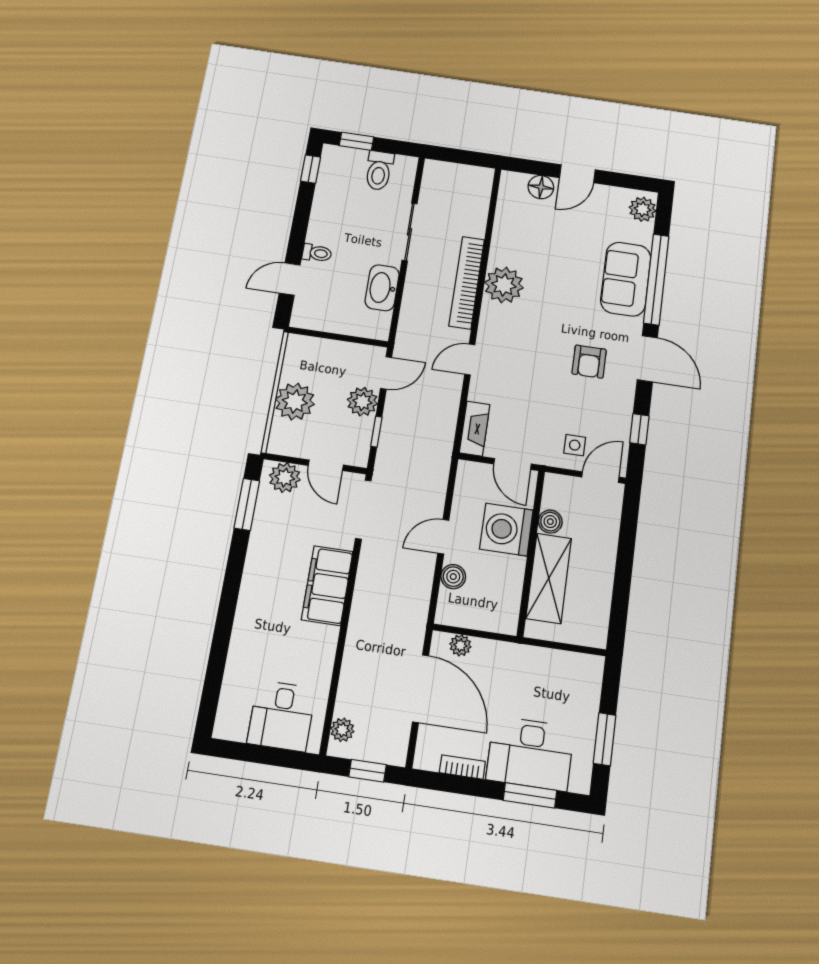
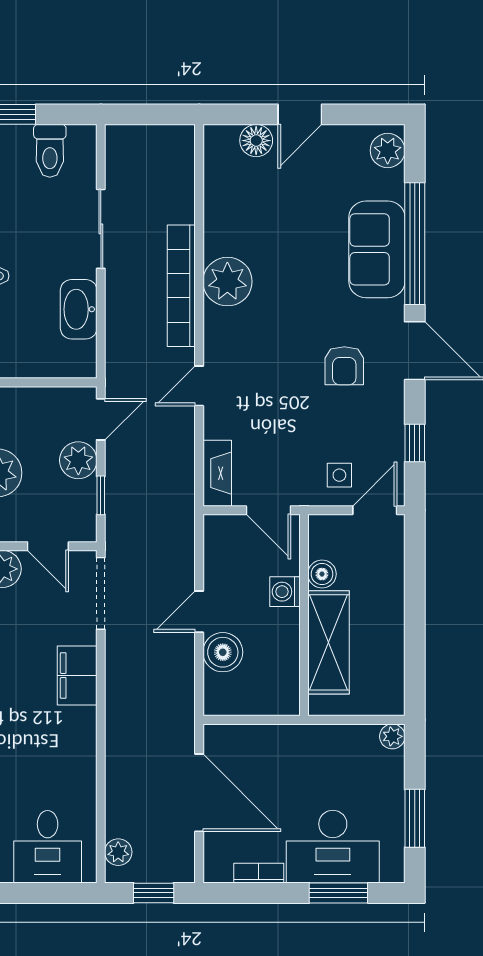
washing machine: (506, 530) -> (285, 592), width x0.53, depth x0.53
boiler: (453, 577) -> (223, 652), width x1.36, depth x1.36
filing cabinet: (327, 586) -> (77, 676), width x0.67, depth x0.86
plant: (460, 645) -> (392, 736), moved

